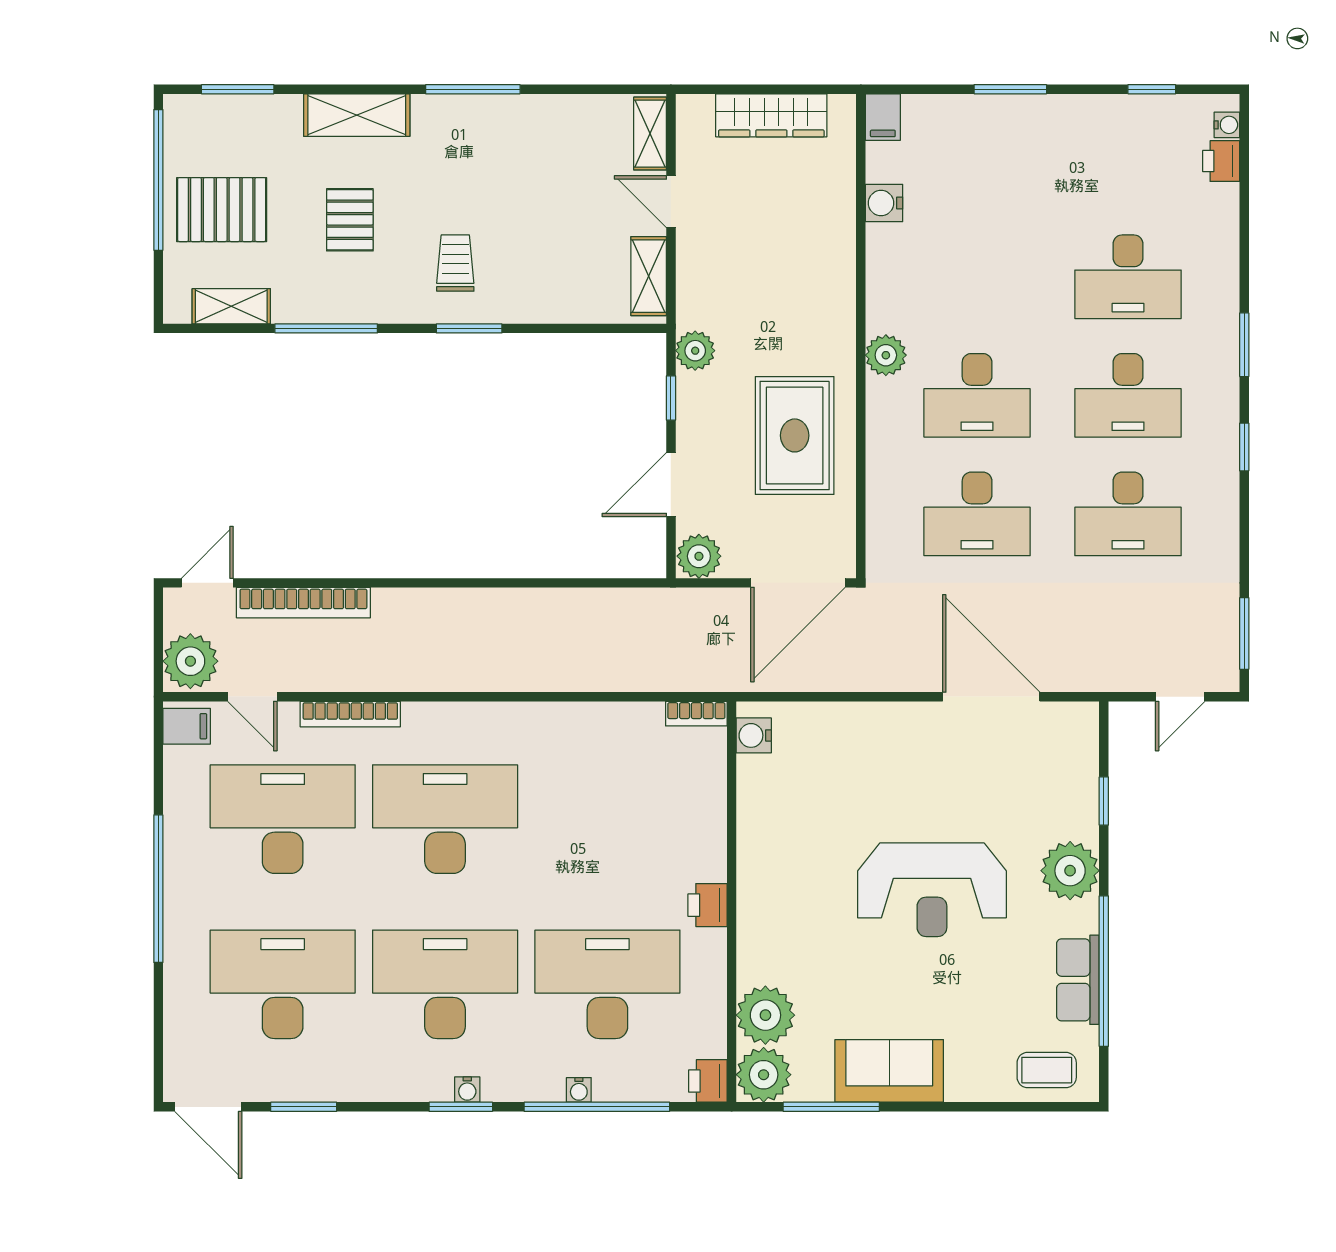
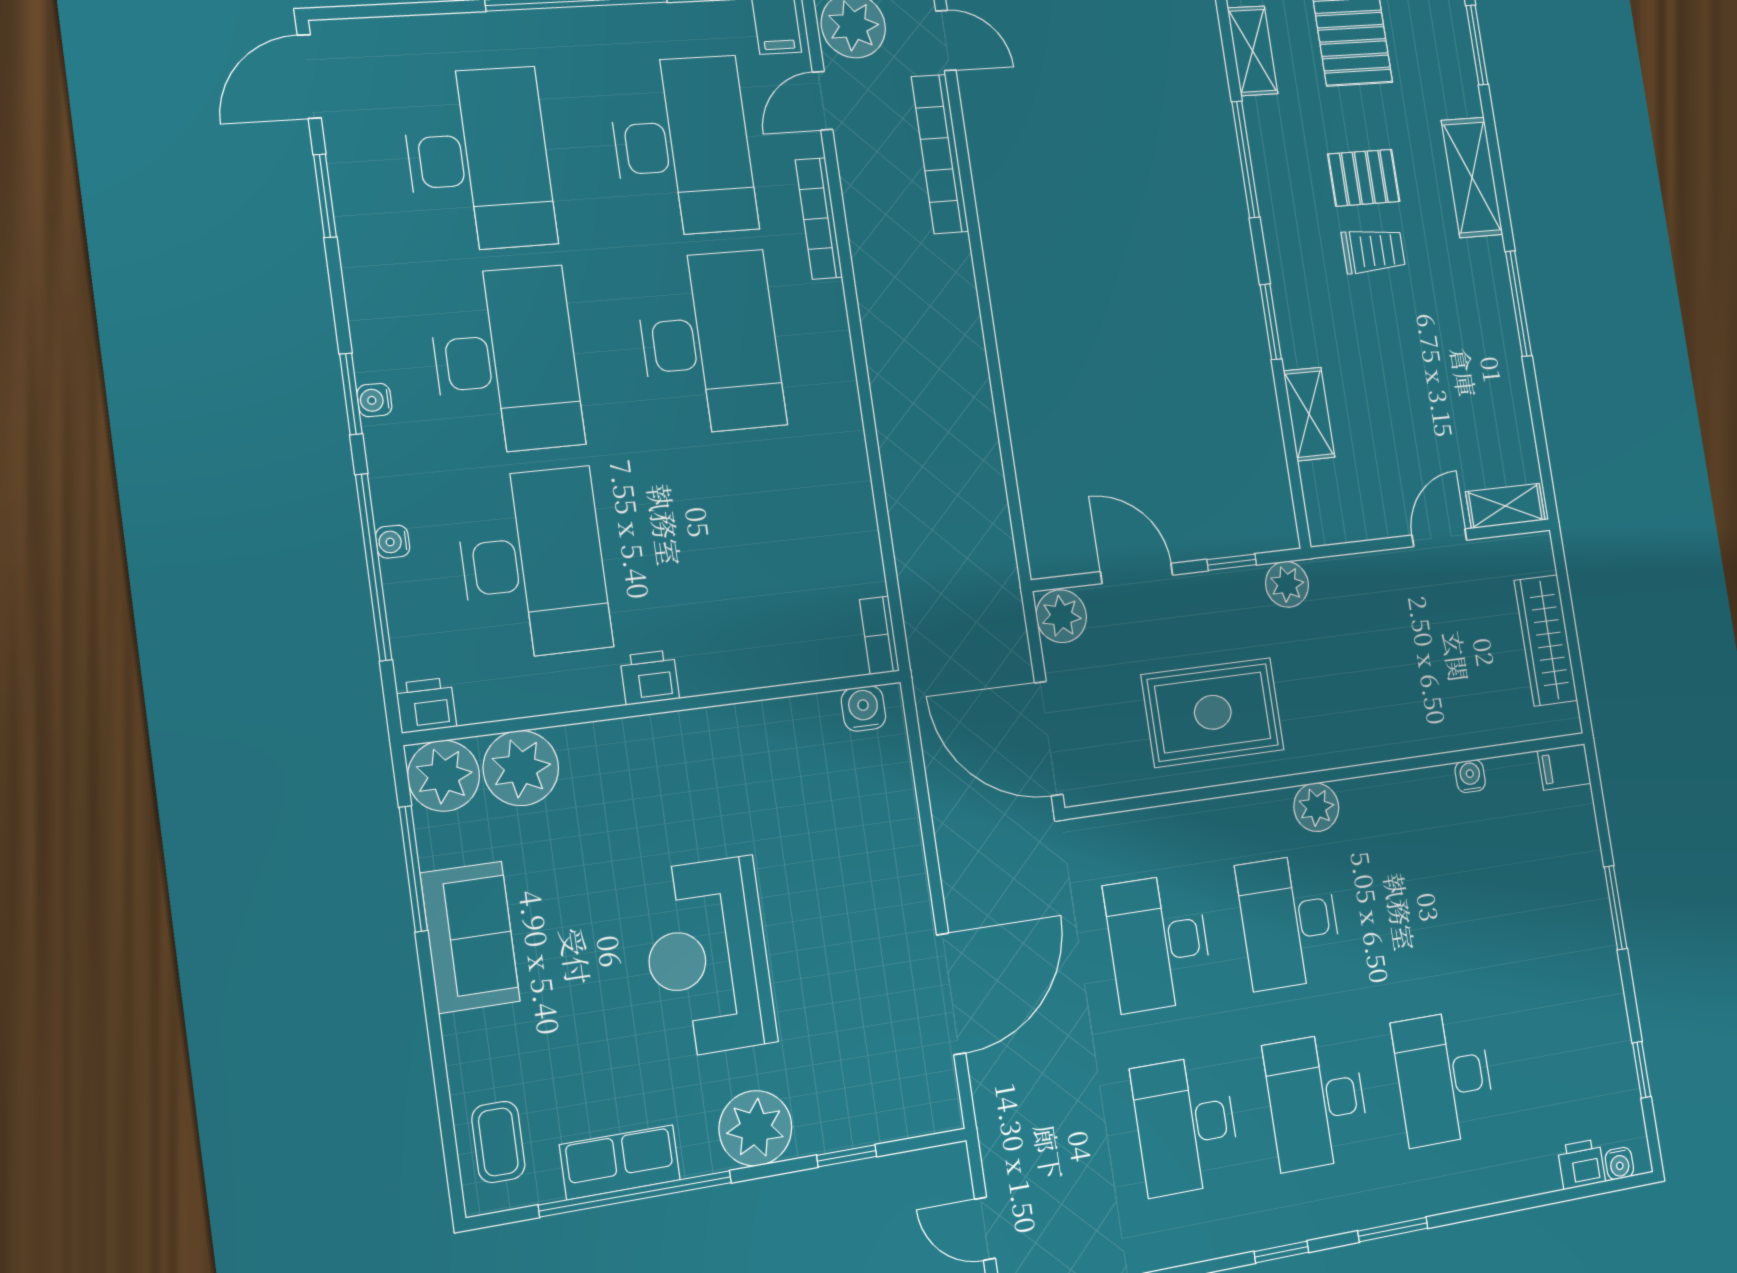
water cooler: (884, 203) -> (1470, 776), width x0.72, depth x0.72
trolley: (455, 263) -> (1373, 251), moved
shelving: (649, 276) -> (1309, 414), moved, turned 90

